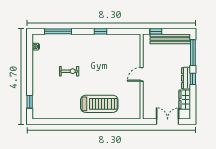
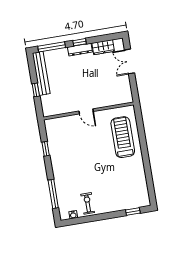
exercise bike: (69, 71) -> (88, 203), moved
door: (142, 74) -> (86, 111), moved
wall: (142, 77) -> (89, 111), moved

